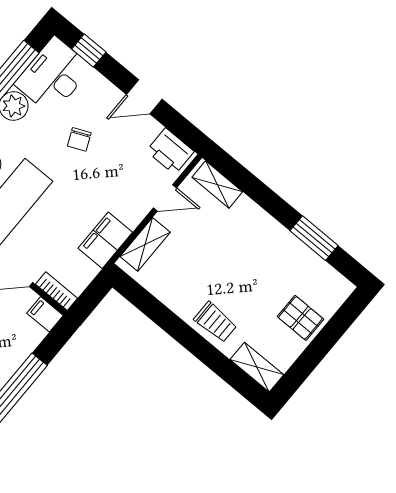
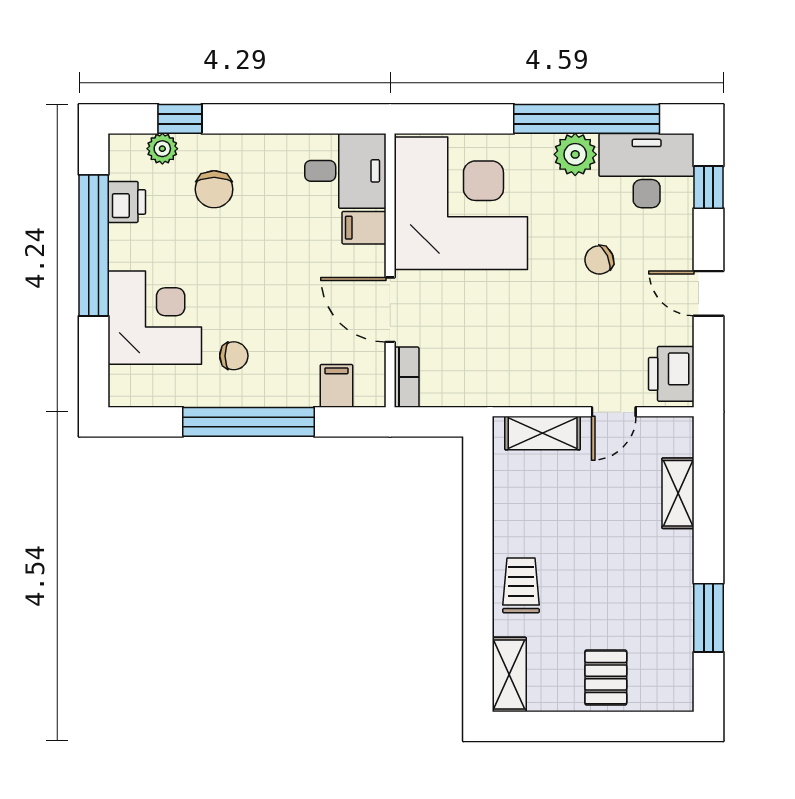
shelving: (217, 185) -> (678, 493), moved
door: (165, 198) -> (614, 412), hinge flipped
filing cabinet: (105, 240) -> (510, 384), removed
filing cabinet: (45, 314) -> (336, 386), moved
trolley: (215, 322) -> (521, 585), turned 180

